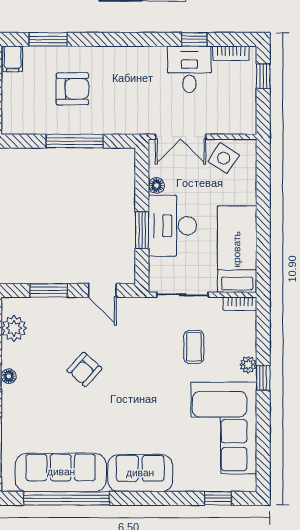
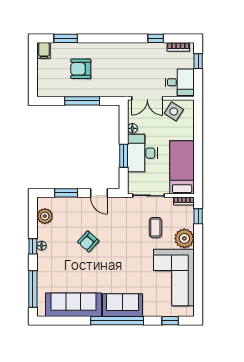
desk: (189, 69) -> (180, 82), moved, turned 90
armchair: (72, 89) -> (81, 69), turned 180
plant: (248, 365) -> (184, 238), width x1.87, depth x1.87
window: (263, 378) -> (198, 216), moved
window: (67, 498) -> (117, 321), moved

